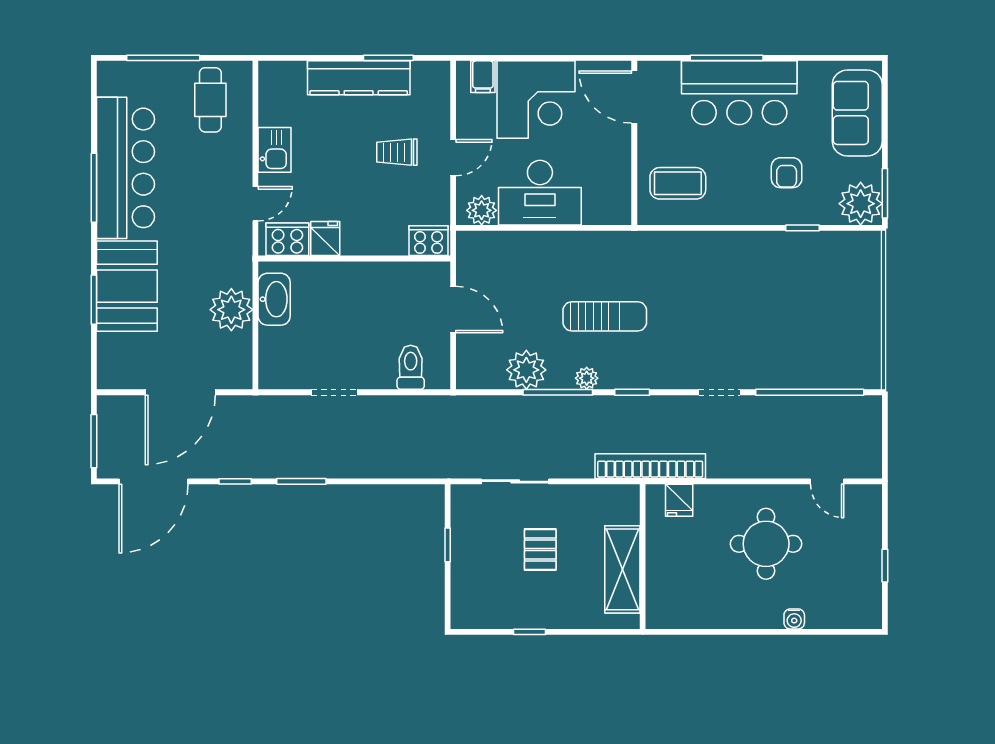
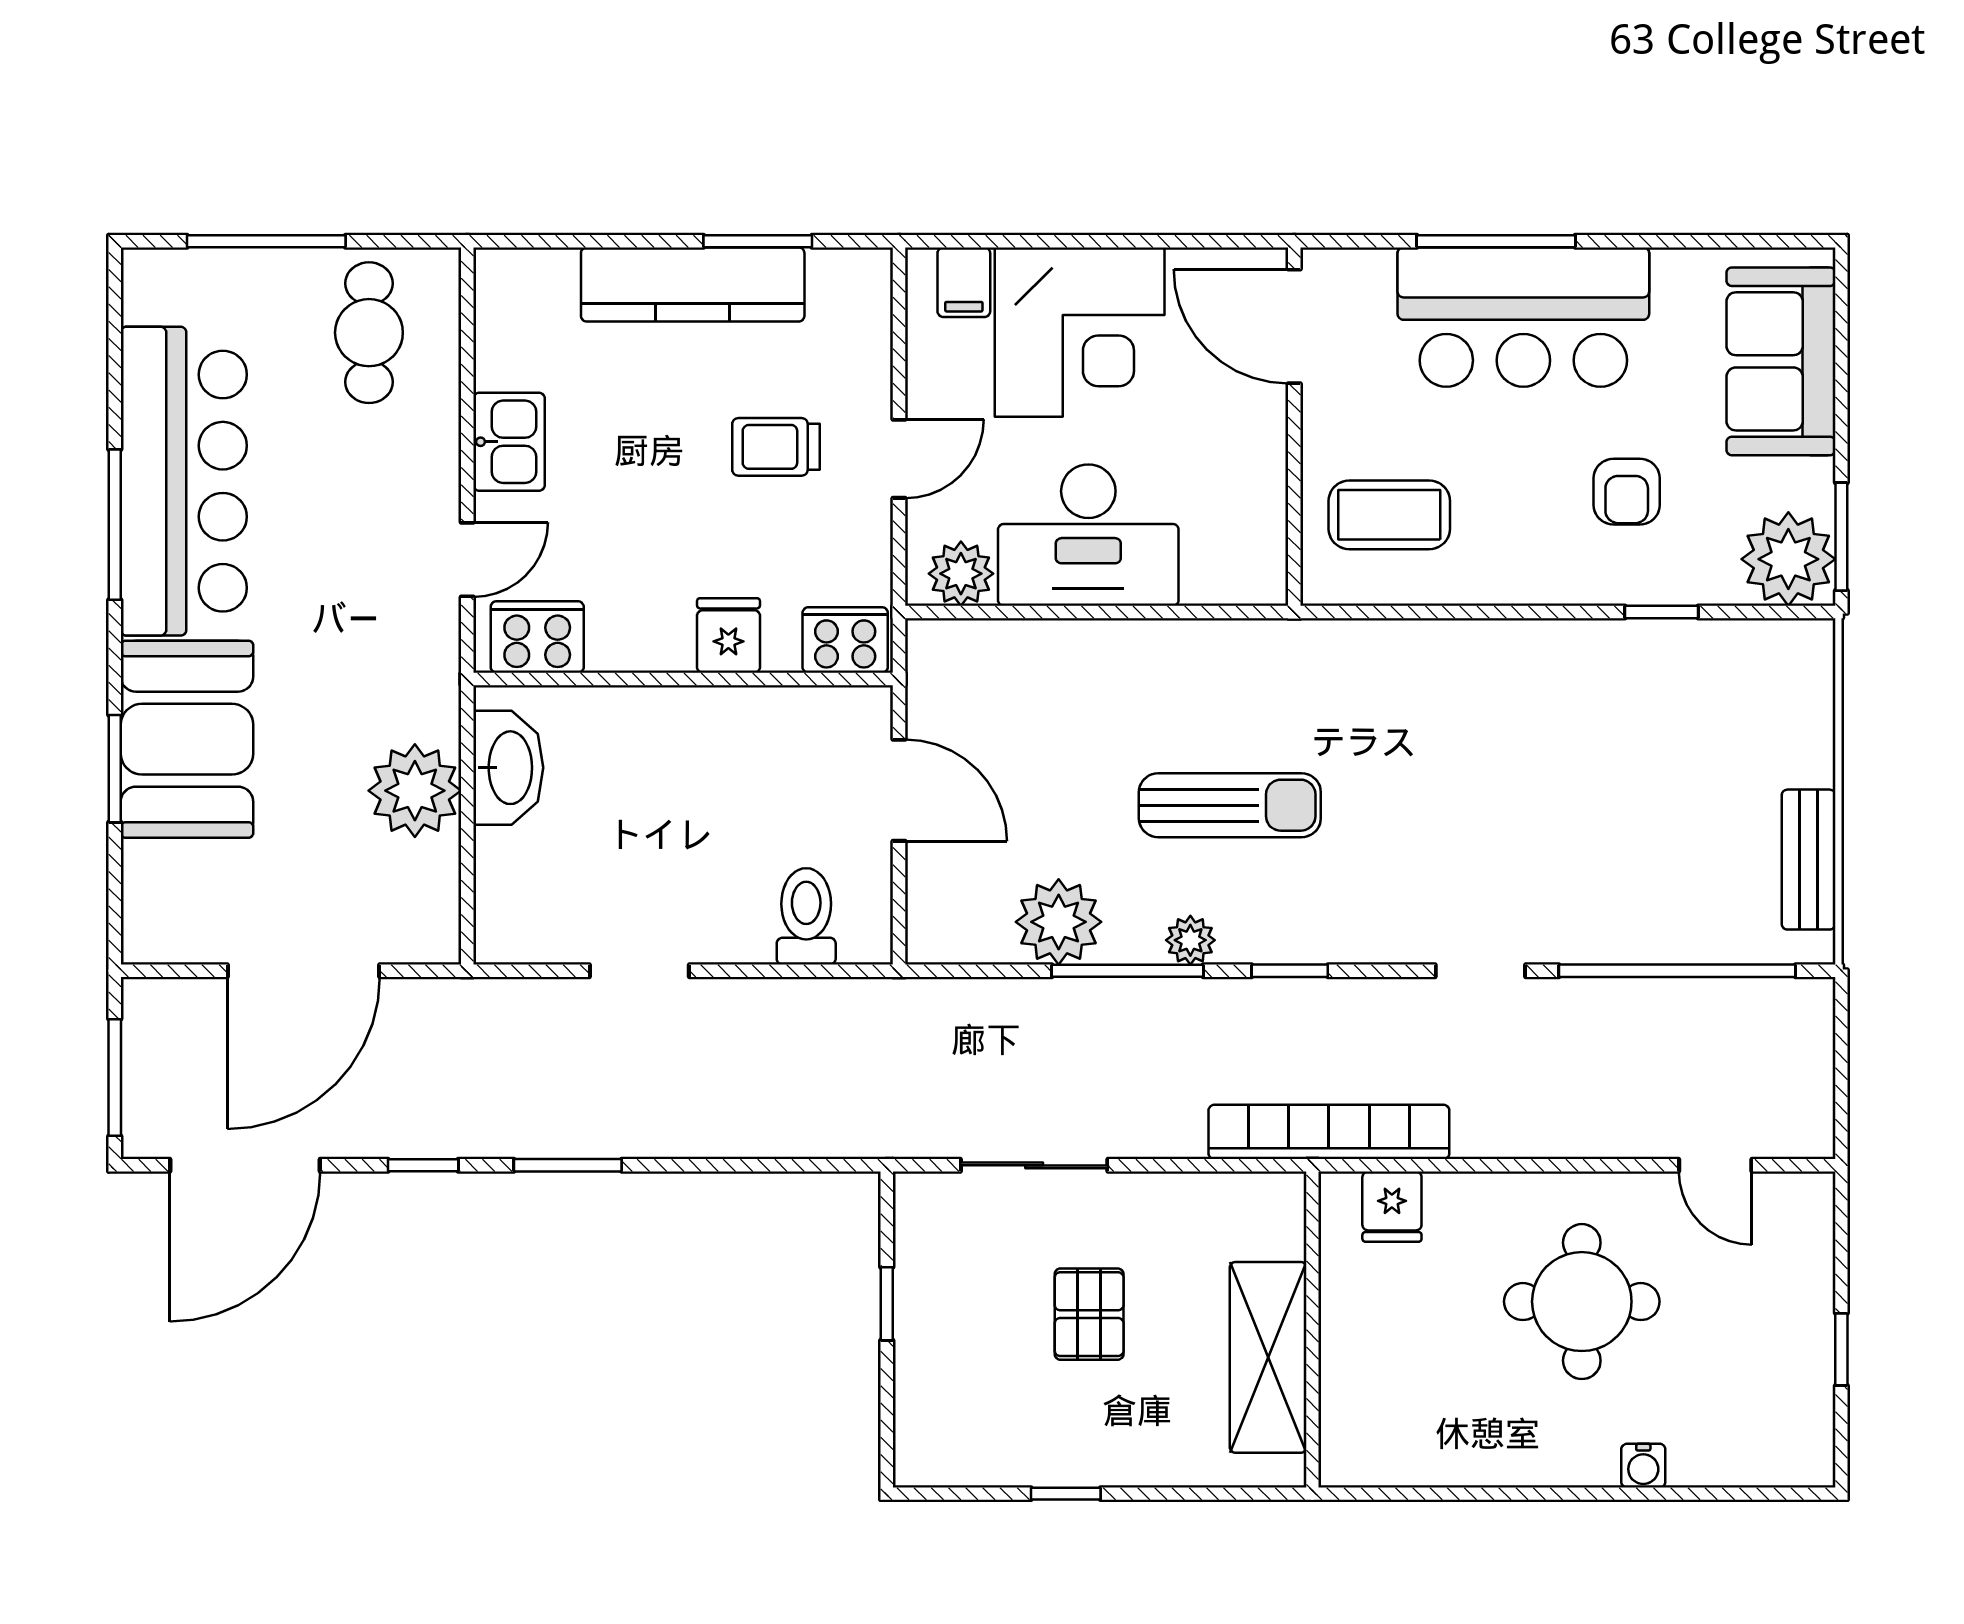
fridge: (325, 239) -> (728, 635), moved
bench: (870, 341) -> (1809, 860), added

